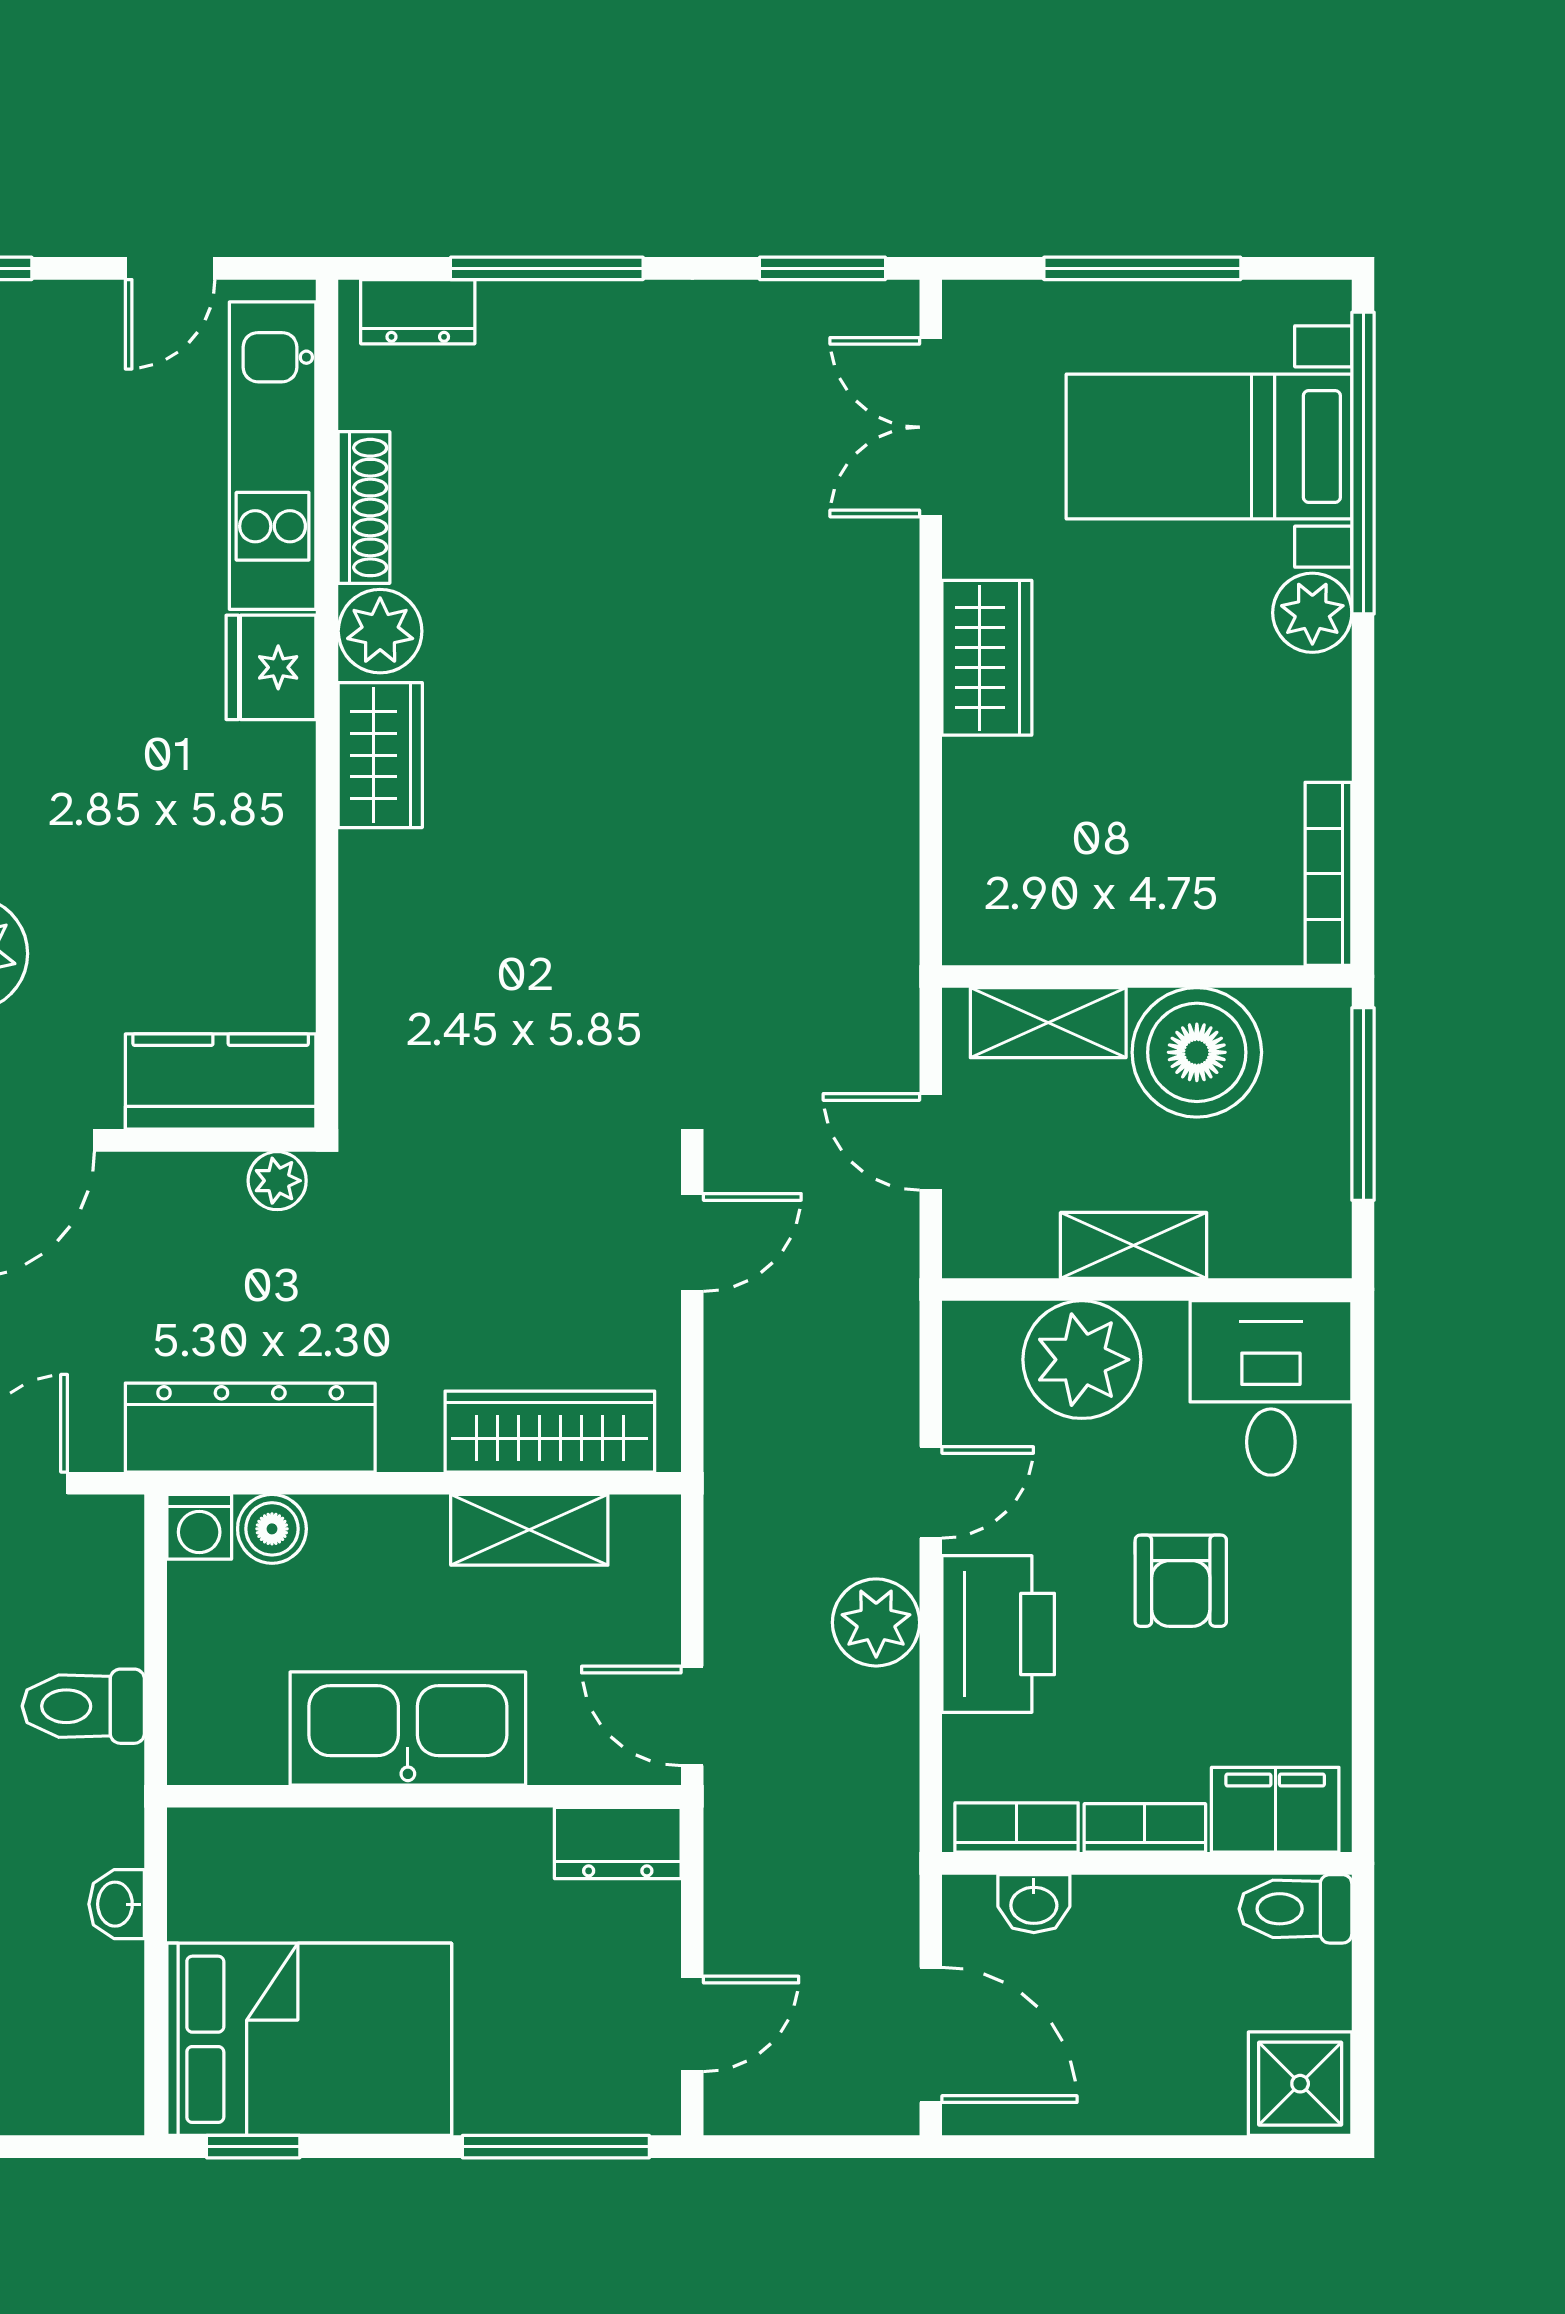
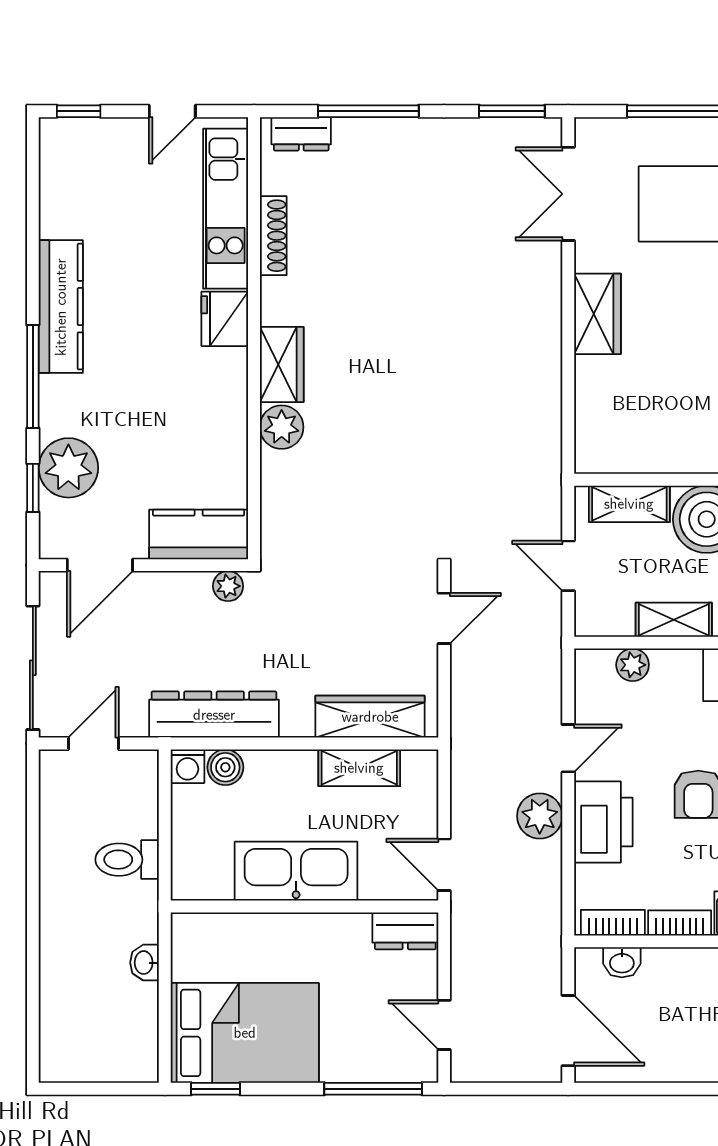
plant: (380, 631) -> (282, 427), moved
plant: (1082, 1360) -> (633, 665), width x0.53, depth x0.53
door: (692, 2024) -> (444, 1025), swing flipped

